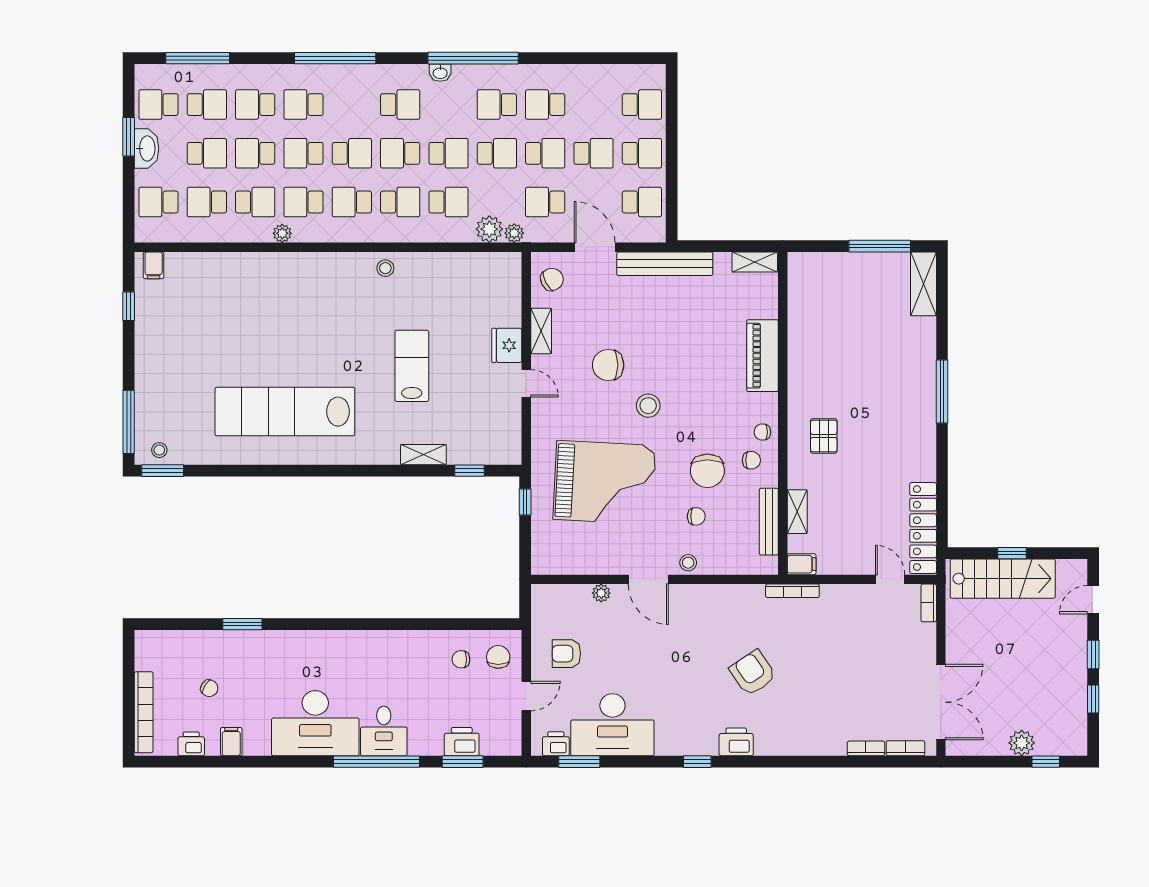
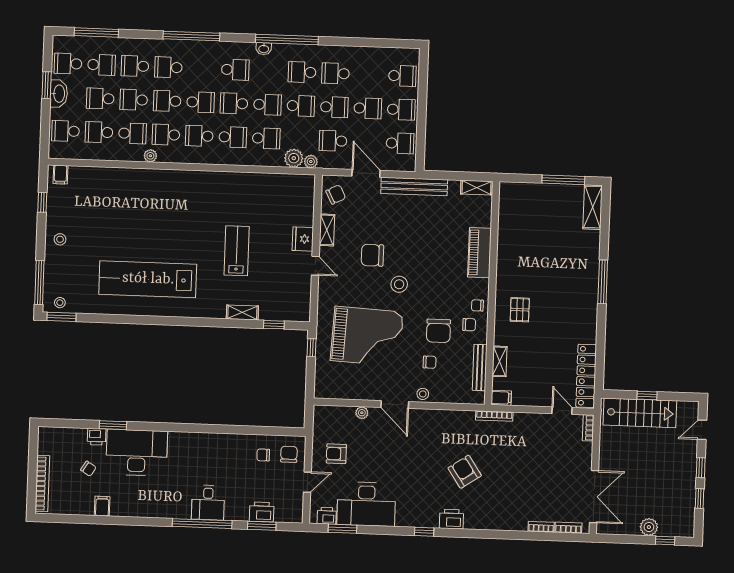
school desk: (207, 153) -> (100, 99), turned 180
stool: (385, 268) -> (60, 239), moved
desk: (315, 723) -> (137, 453), moved, turned 180
printer: (191, 744) -> (97, 437), moved, turned 180

